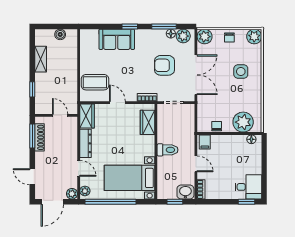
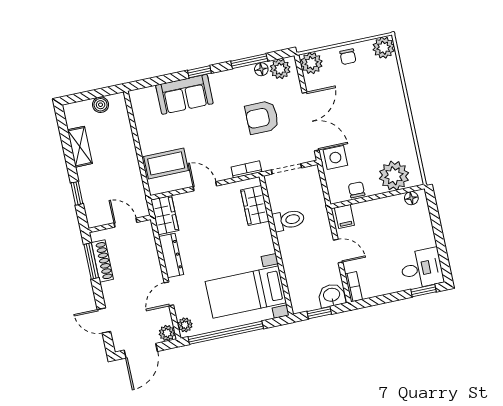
side table: (241, 71) -> (335, 158), moved
toilet: (168, 150) -> (288, 220), moved
door: (79, 168) -> (169, 294), swing flipped

